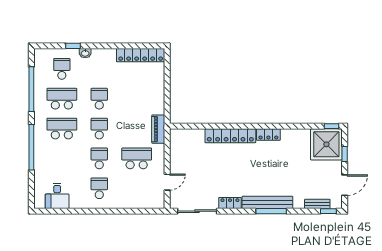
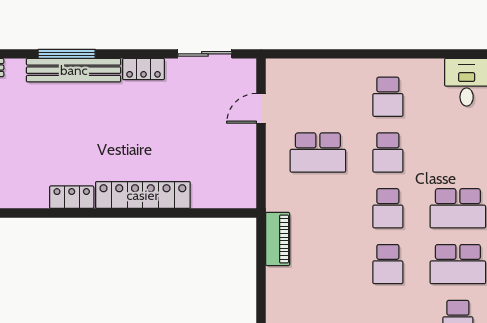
piano: (158, 129) -> (278, 239), moved
sliding door: (197, 211) -> (205, 54), width x0.73

